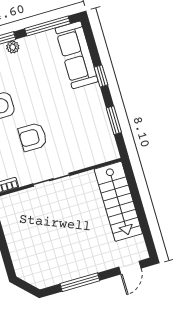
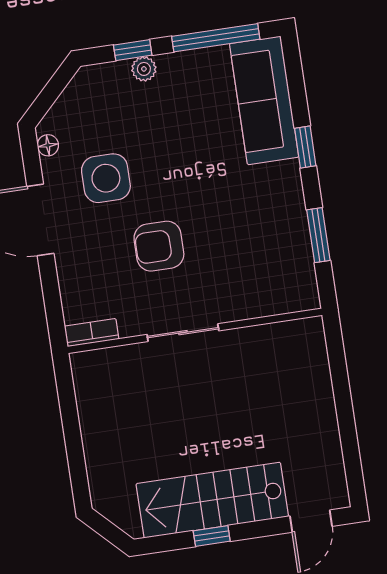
stairs: (118, 201) -> (212, 500), moved, turned 90
window: (80, 282) -> (212, 536), width x0.46

